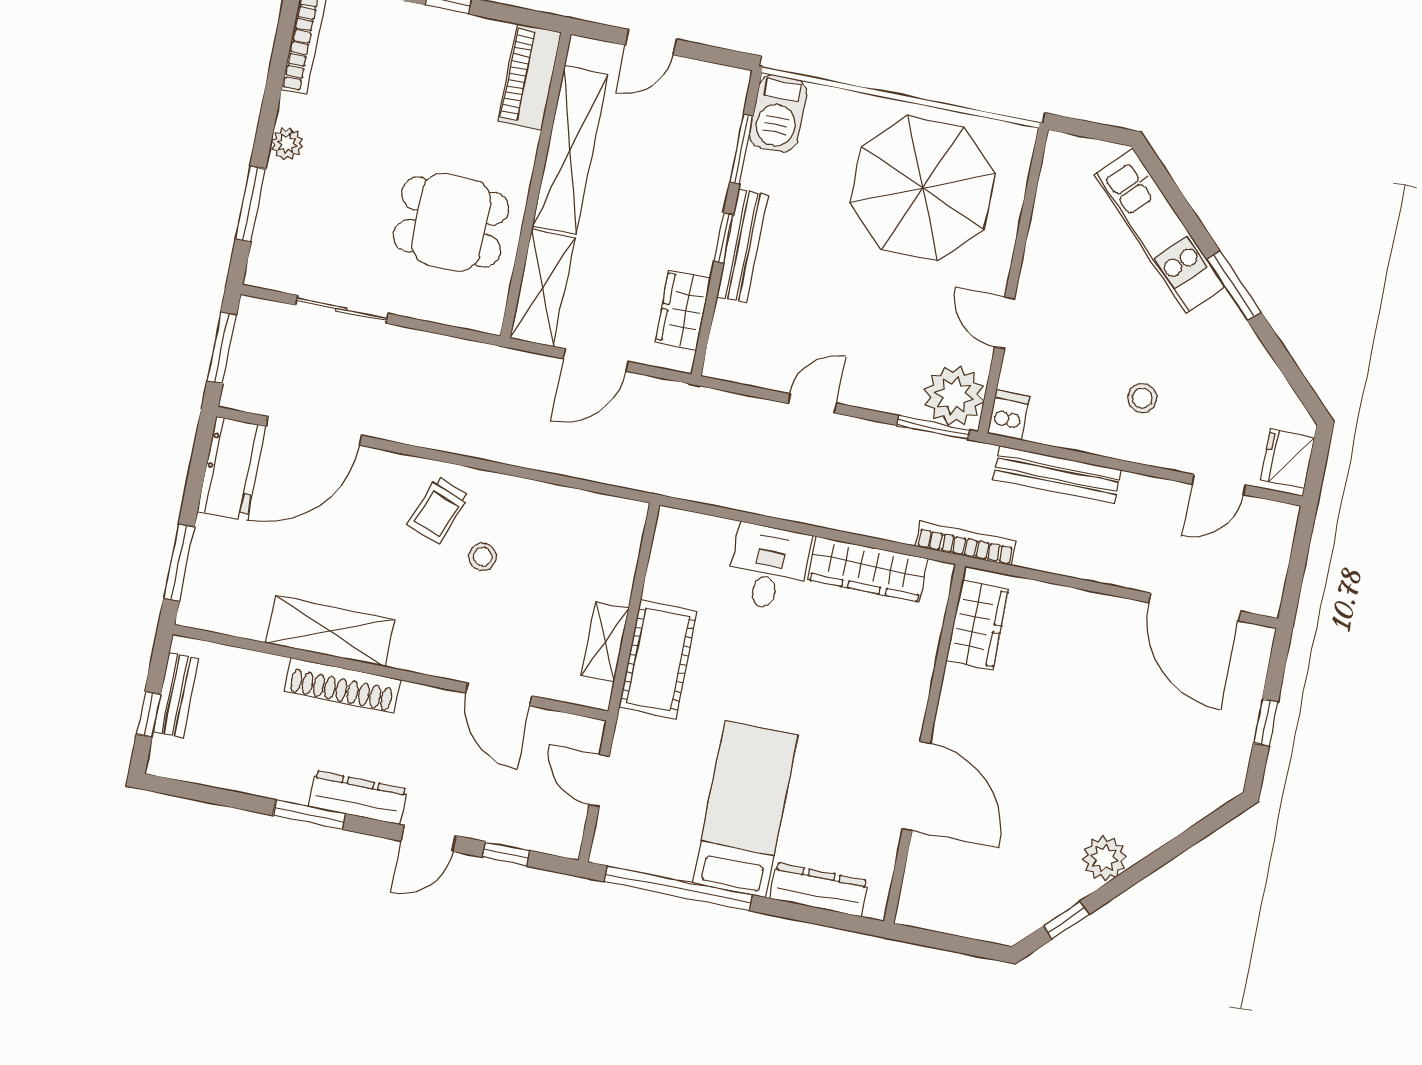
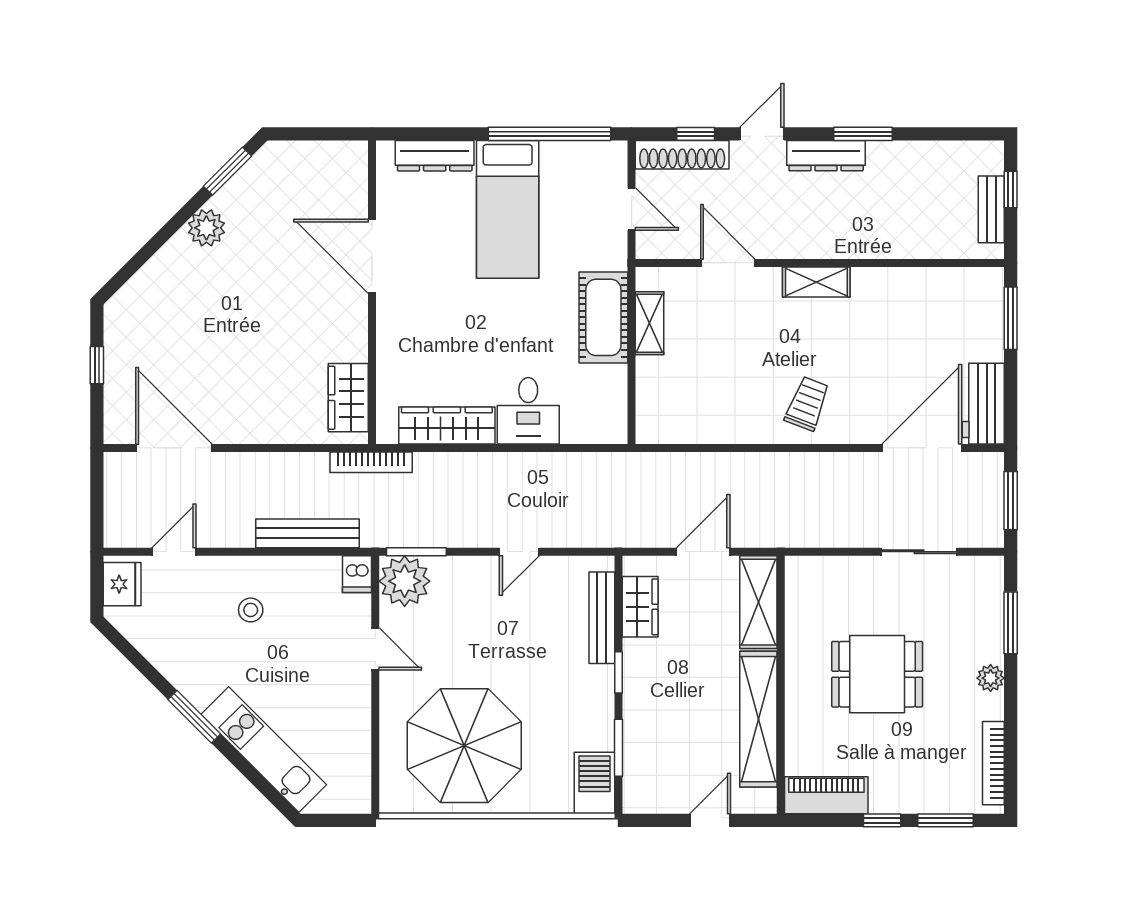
piano: (530, 77) -> (826, 795), moved, turned -90
dining table: (451, 222) -> (877, 674), moved
bench: (743, 246) -> (602, 618), moved
stool: (483, 557) -> (764, 373), removed
shelving: (330, 631) -> (816, 282), moved, width x0.67, depth x0.75
shoe rack: (342, 685) -> (682, 155), moved, turned 180
window: (1066, 920) -> (228, 171), width x1.50

